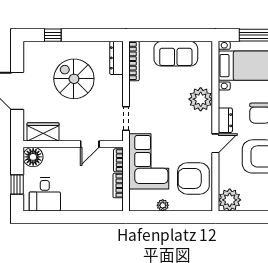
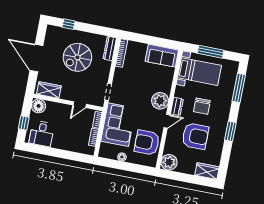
sofa: (176, 54) -> (162, 56), moved
spiral stairs: (74, 79) -> (77, 57), turned -90
plant: (201, 99) -> (160, 101), moved

